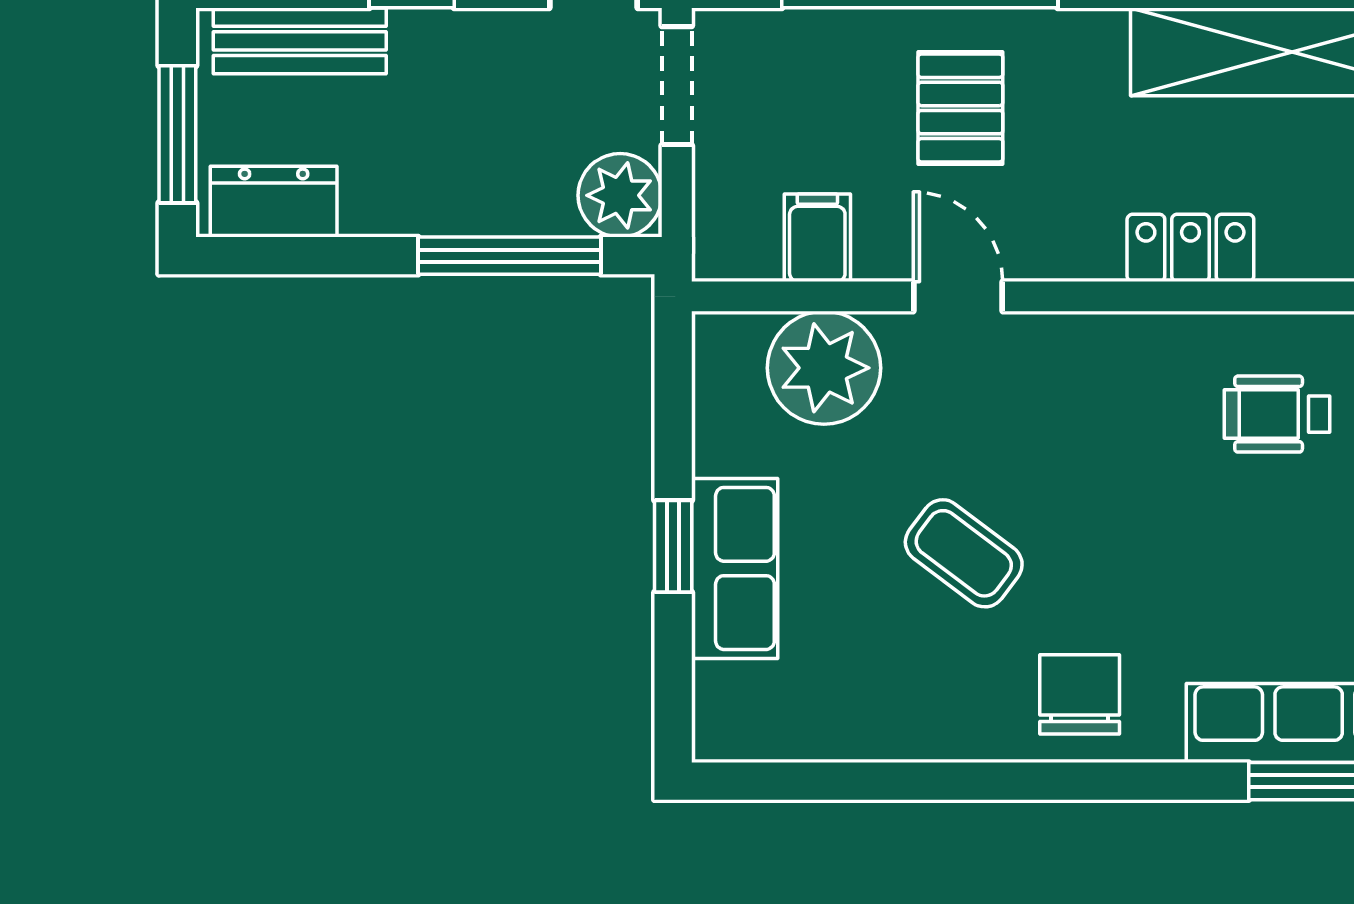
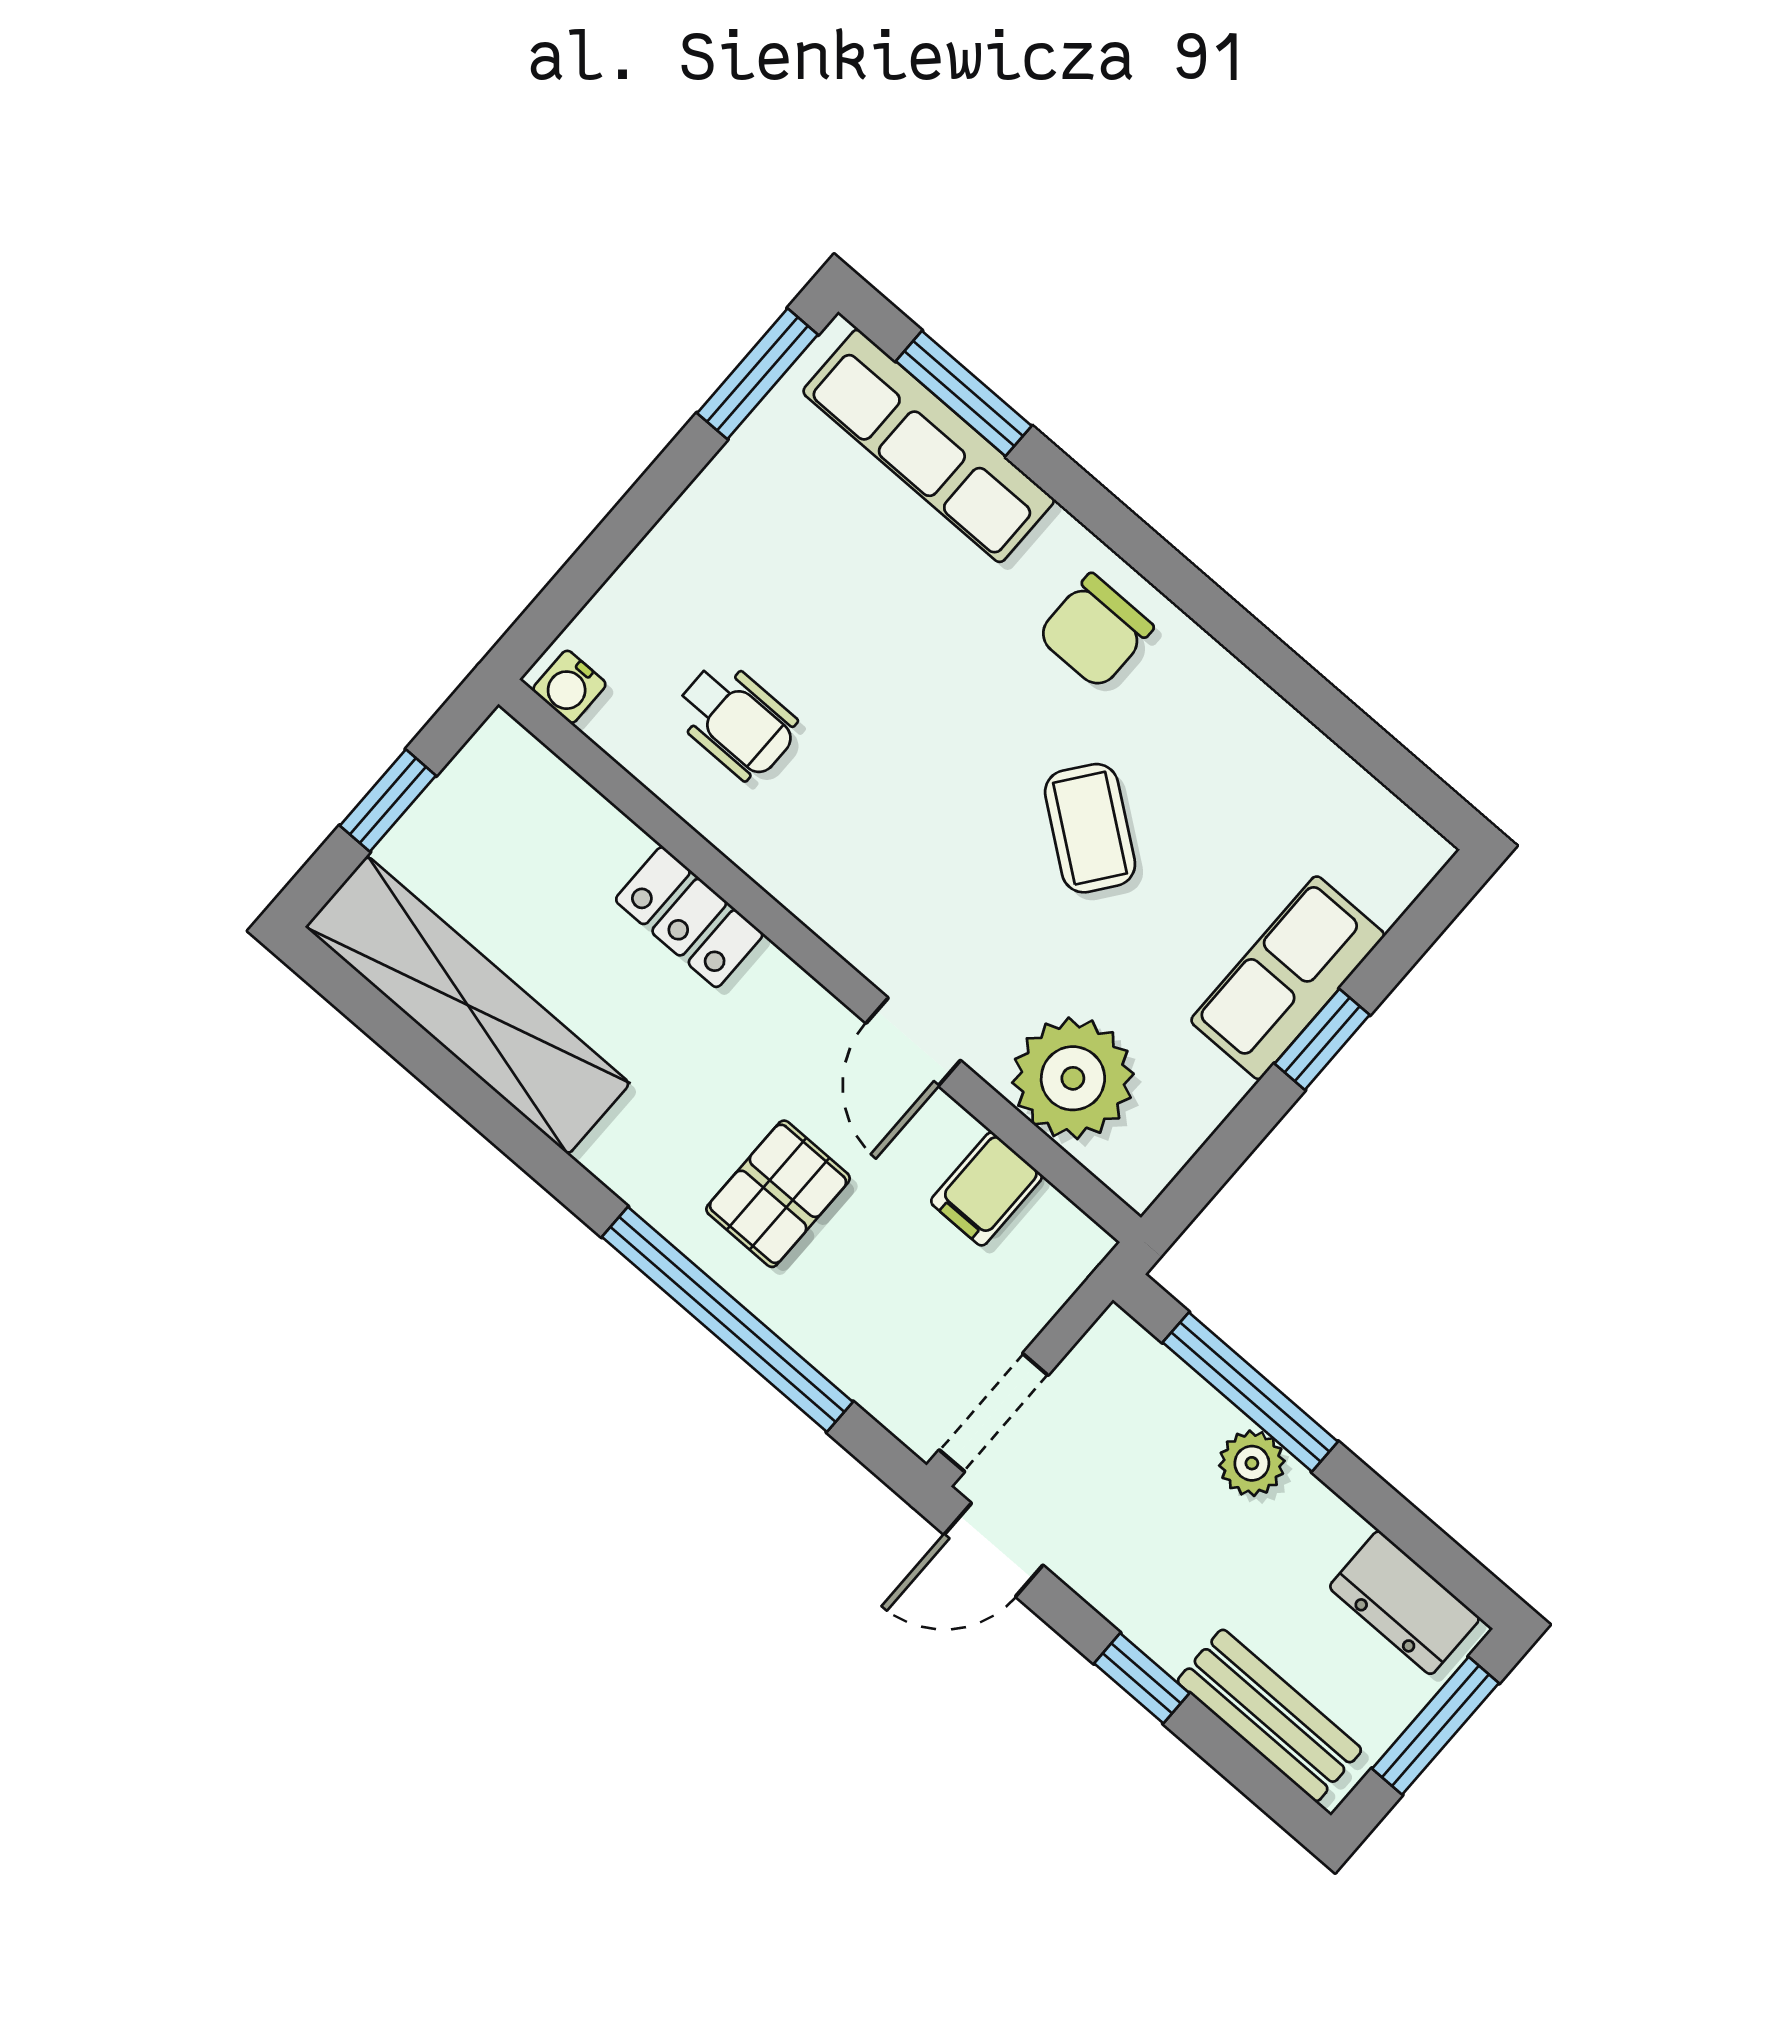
plant: (620, 195) -> (1252, 1463), moved, width x0.73, depth x0.73

